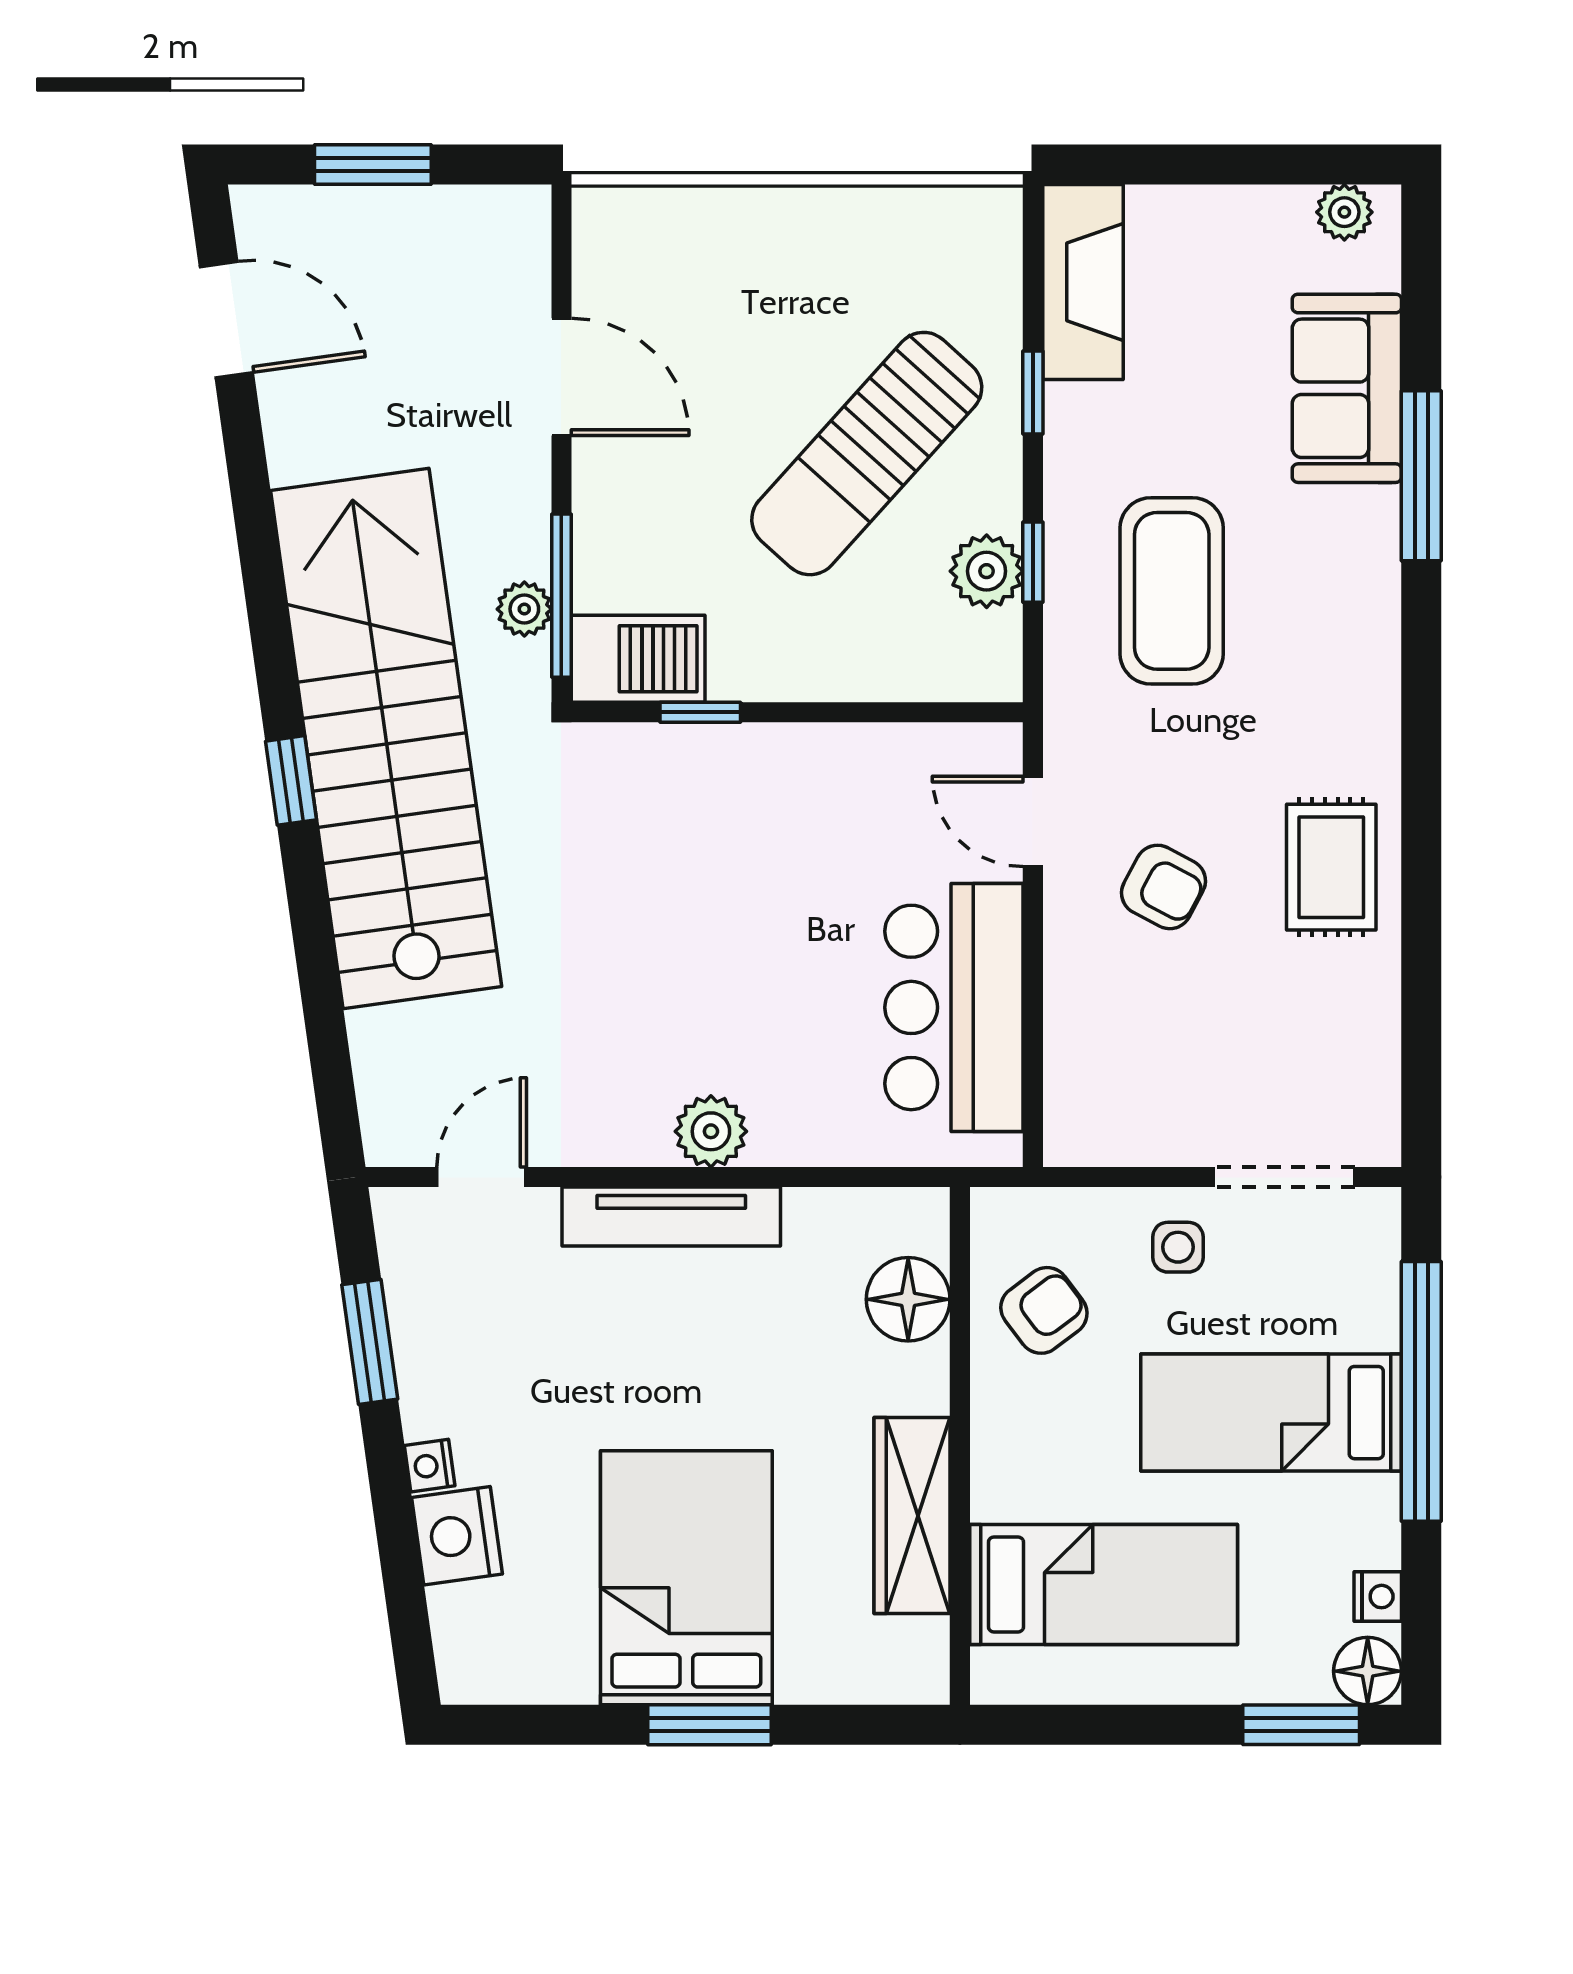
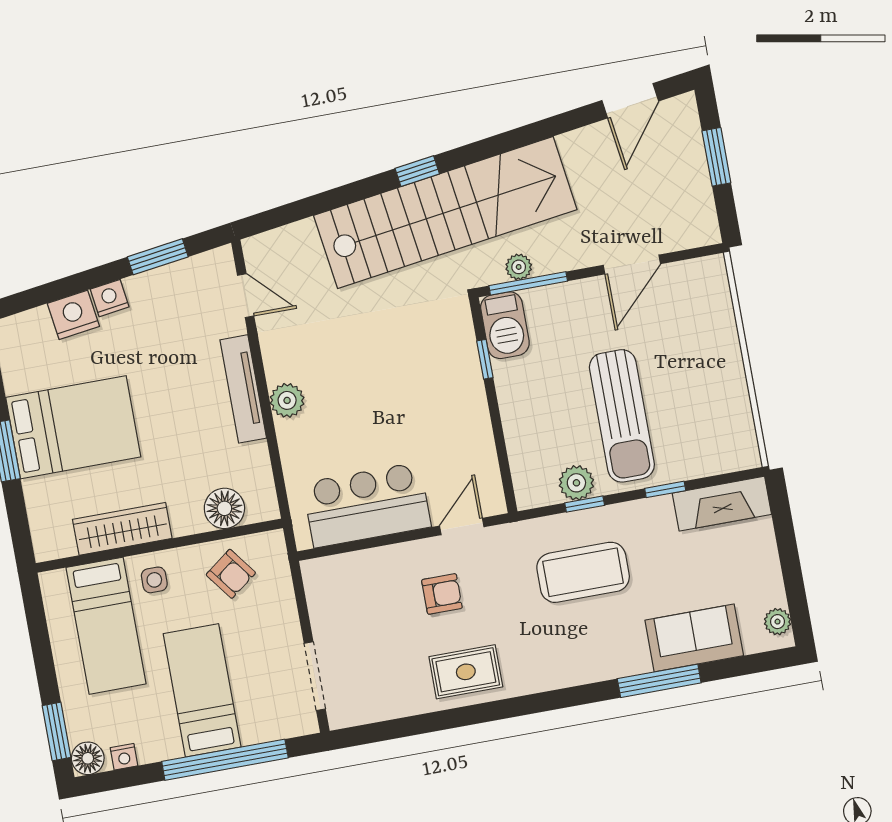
sun lounger: (867, 454) -> (622, 416), turned -132
armchair: (1164, 887) -> (442, 594), turned -118
side table: (1178, 1247) -> (154, 580), moved
nightstand: (430, 1466) -> (110, 298), width x1.39, depth x1.35

